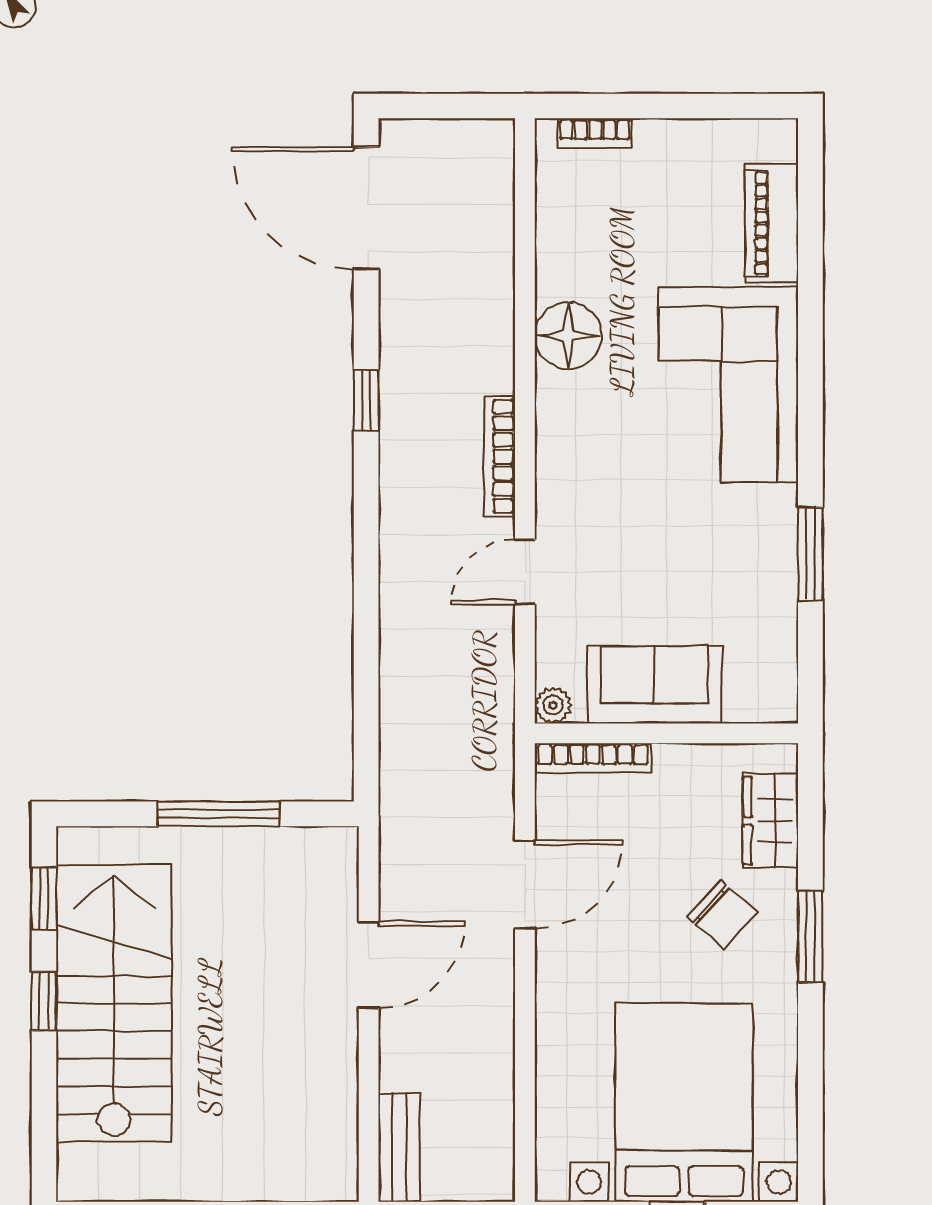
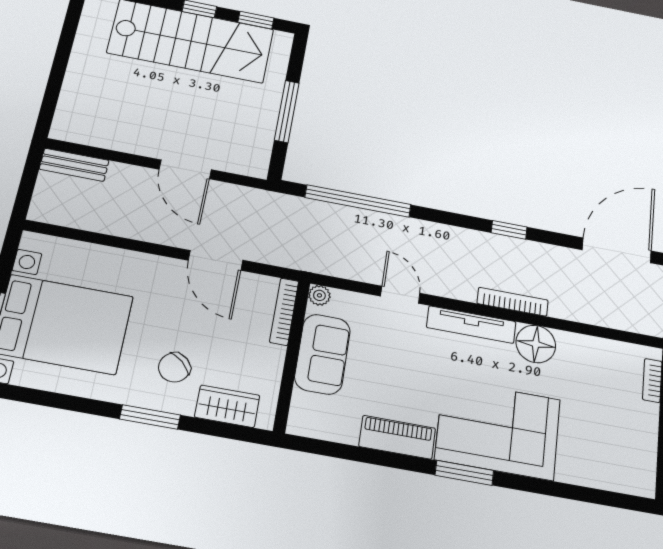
piano: (772, 224) -> (397, 437), moved
tv unit: (555, 447) -> (471, 325), added
bookcase: (500, 456) -> (513, 302), moved
window: (810, 554) -> (464, 473), moved
window: (366, 666) -> (358, 201), added

